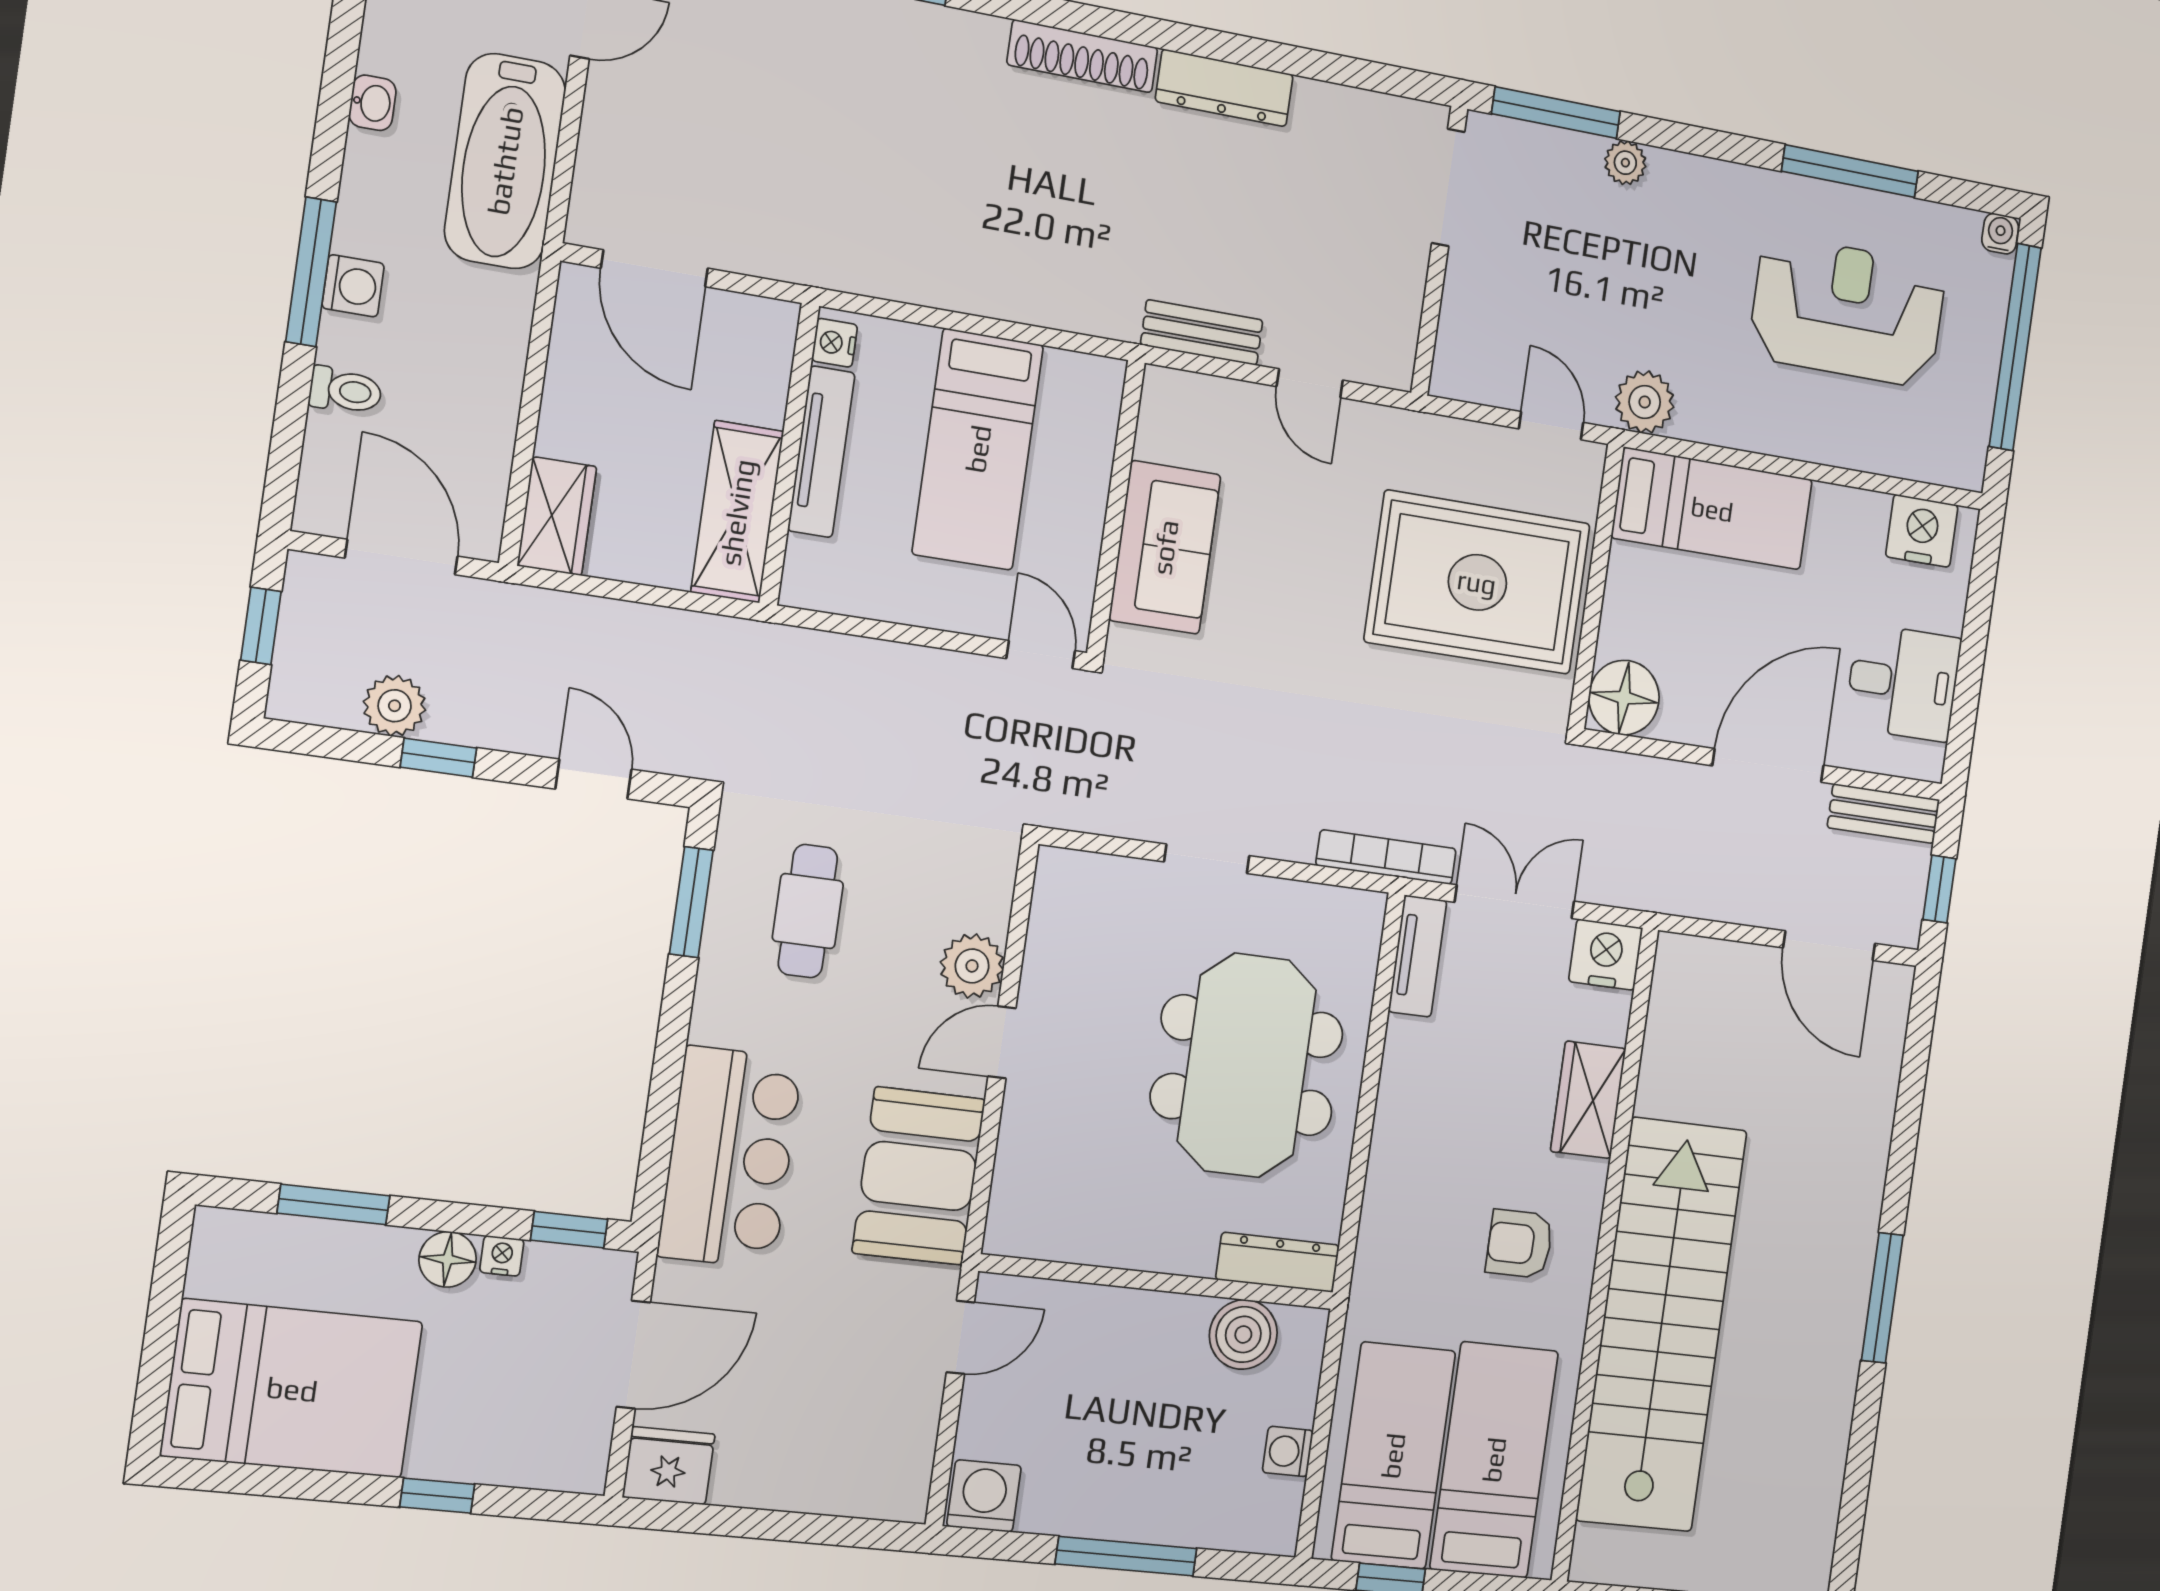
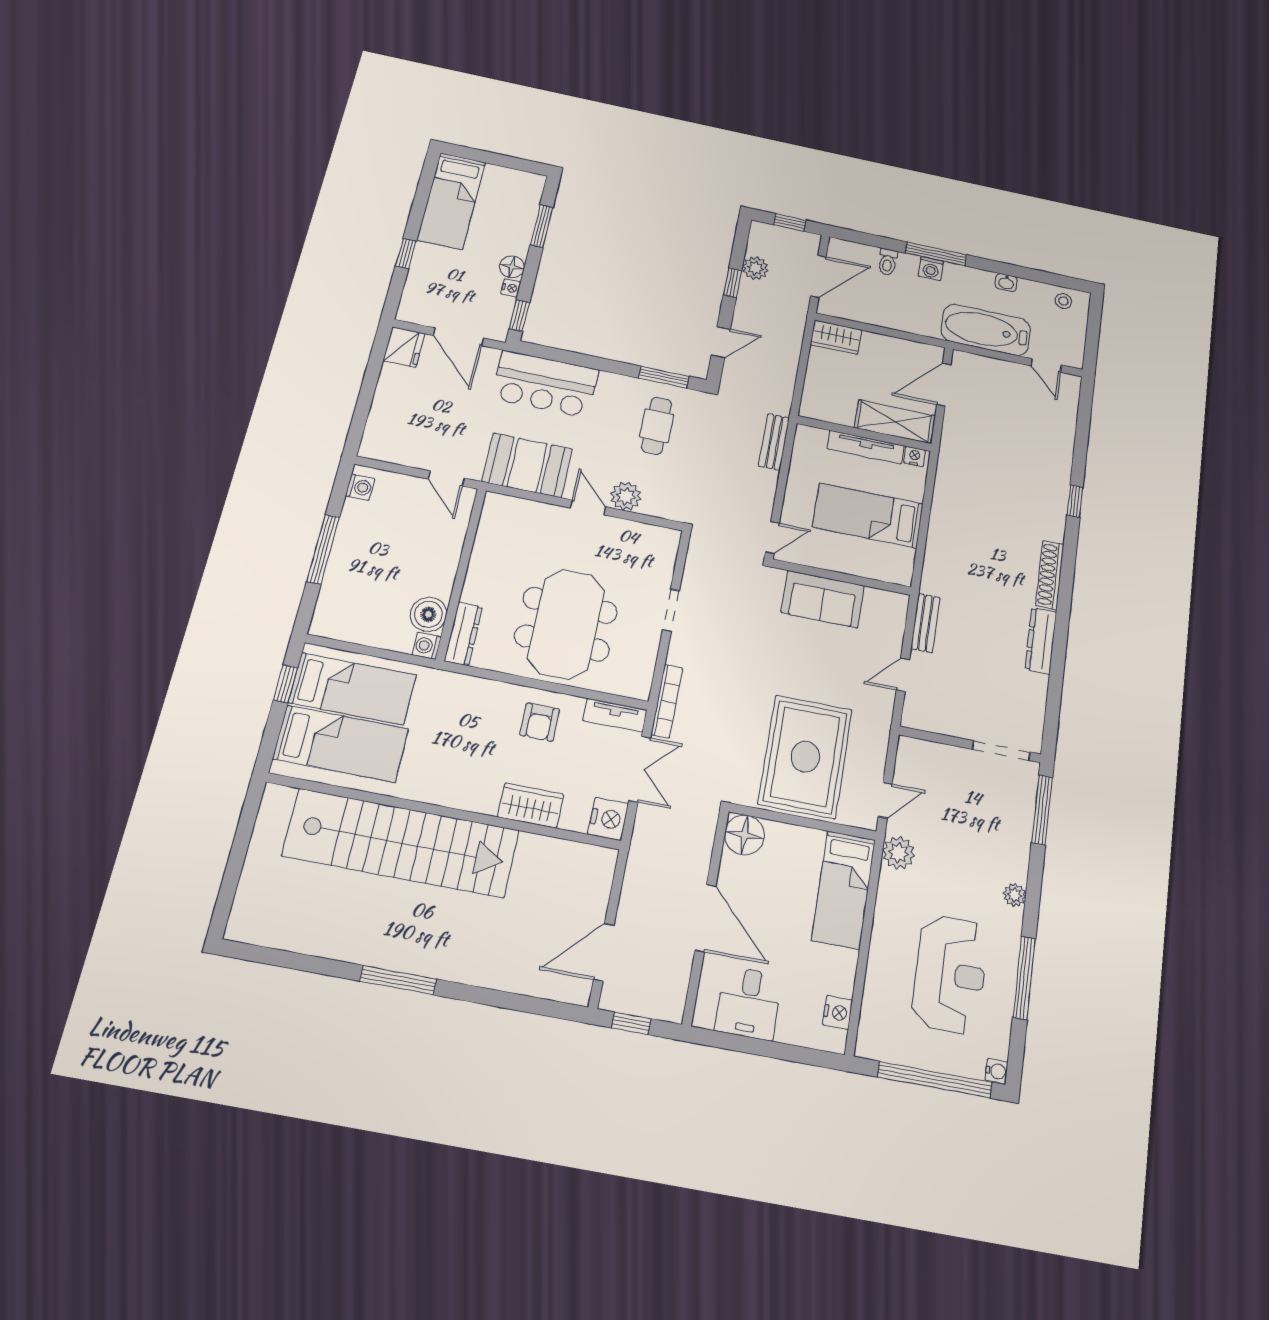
plant: (1625, 163) -> (1015, 895), moved
shelving: (737, 512) -> (895, 422), moved
nightstand: (1922, 531) -> (837, 1013), width x0.74, depth x0.75
bench: (1884, 814) -> (774, 442), moved
cafe table: (808, 911) -> (657, 426), turned 90
meeting table: (1247, 1065) -> (566, 624), turned 90
armchair: (1519, 1244) -> (540, 722), moved, turned 180
bed: (292, 1389) -> (451, 201), width x0.67
washing machine: (1288, 1451) -> (427, 646), moved, turned -90
washing machine: (984, 1496) -> (360, 487), width x0.73, depth x0.73

